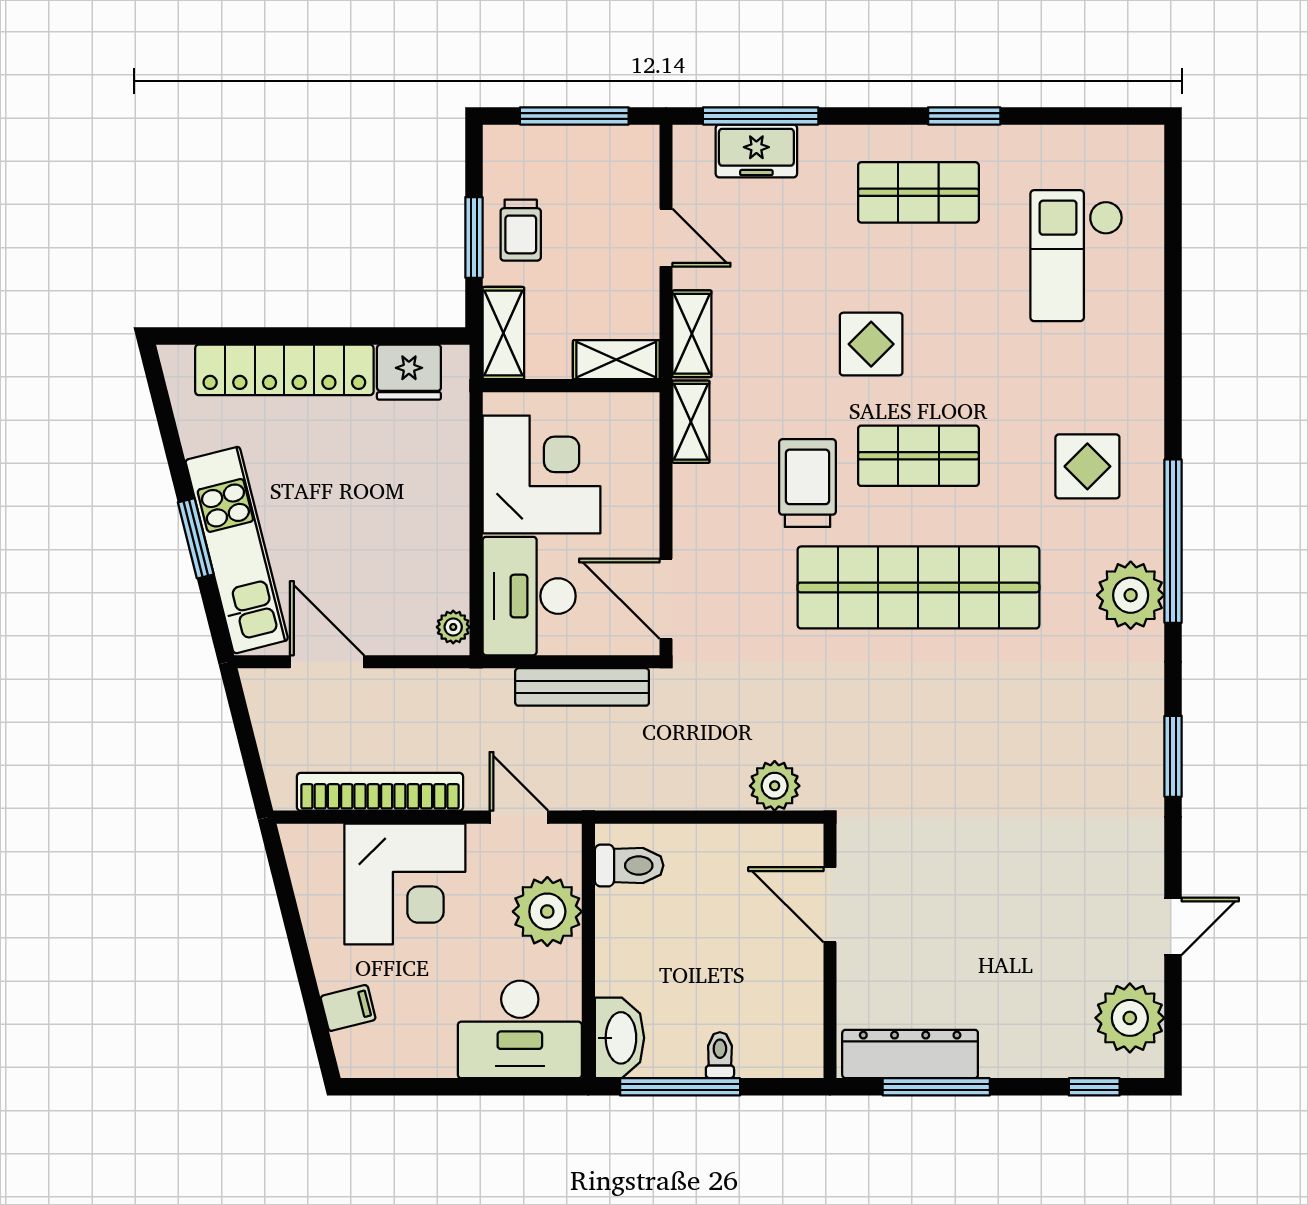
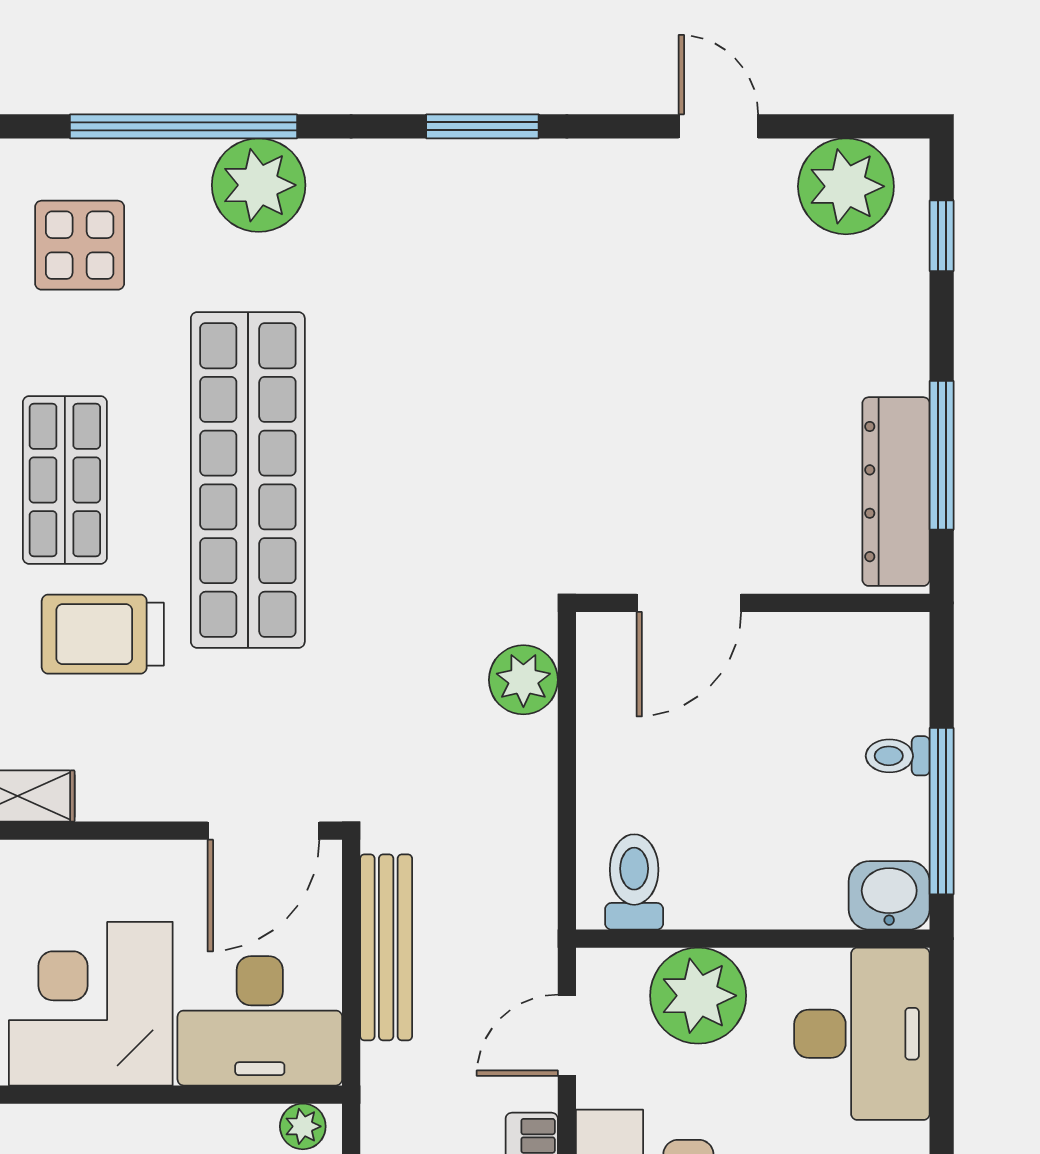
washbasin: (619, 1038) -> (889, 895), width x0.72

